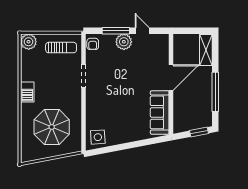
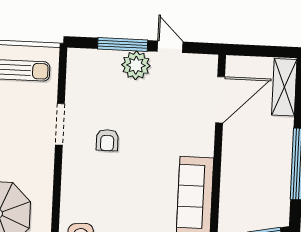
armchair: (93, 44) -> (107, 140), moved
door: (171, 78) -> (220, 100), moved

